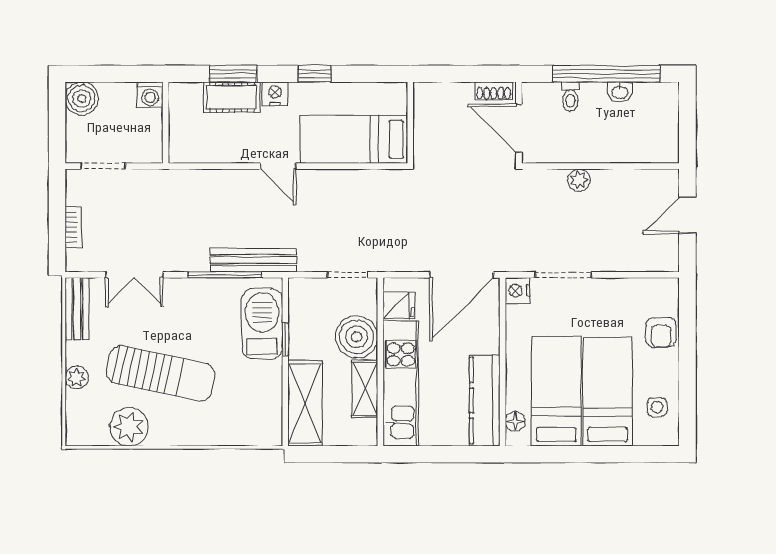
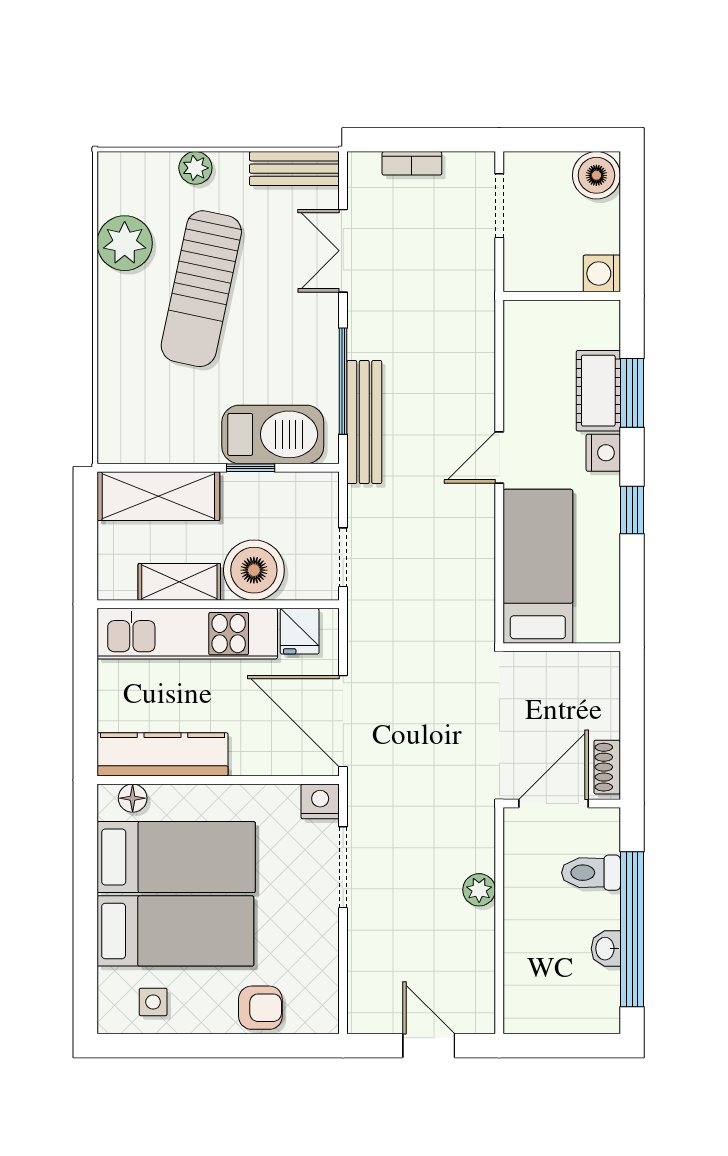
toilet: (570, 97) -> (591, 873), width x1.37, depth x1.39
armchair: (661, 332) -> (260, 1008), turned 180

